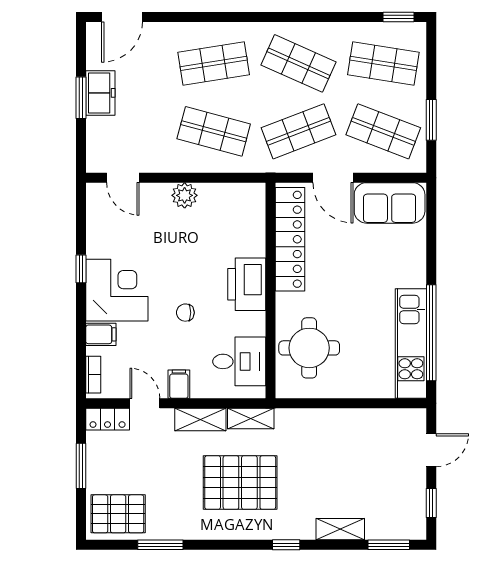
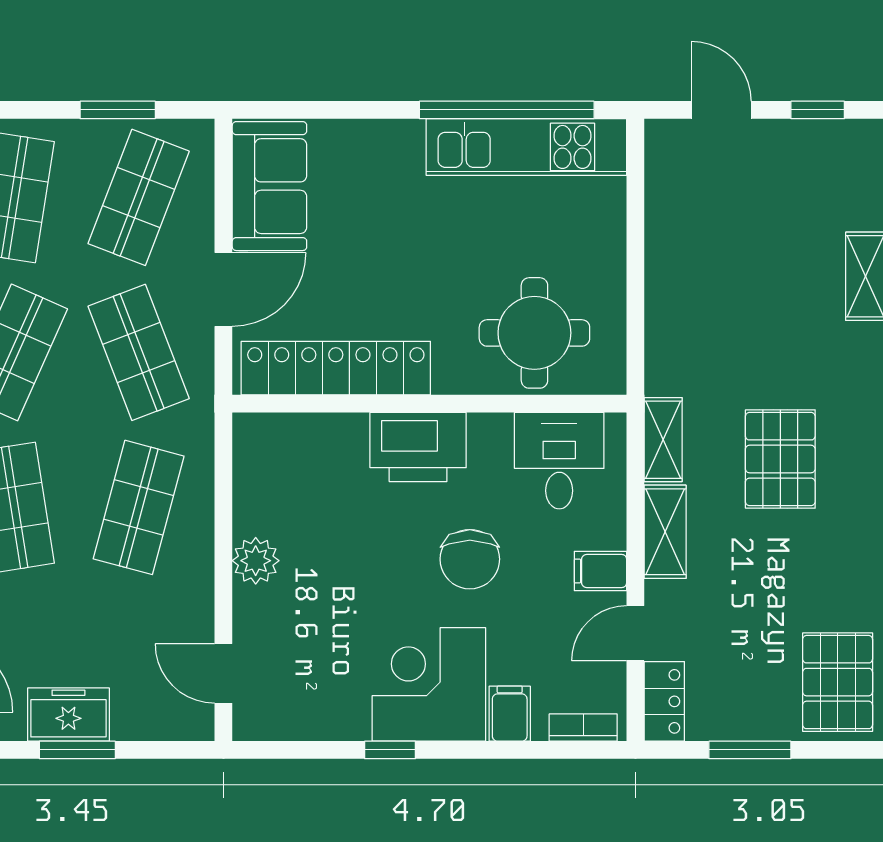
door: (123, 178) -> (223, 673), swing flipped
chair: (185, 313) -> (470, 559), width x1.87, depth x1.87
pallet: (240, 483) -> (780, 459), width x0.73, depth x0.71

